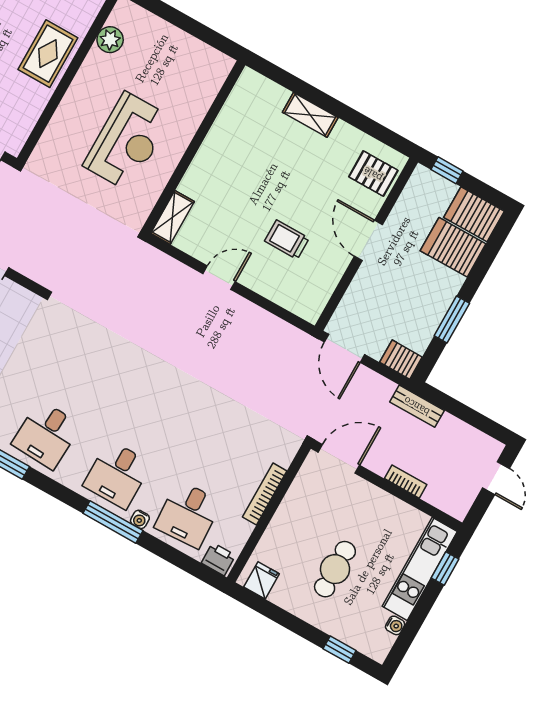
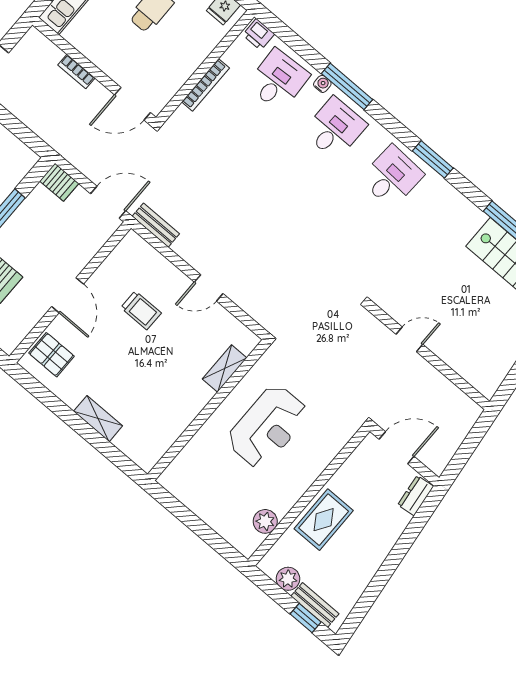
reception desk: (127, 141) -> (268, 427), turned 180
shelving: (173, 217) -> (225, 368), moved
door: (344, 348) -> (108, 202), hinge flipped
bench: (417, 406) -> (156, 225), moved

